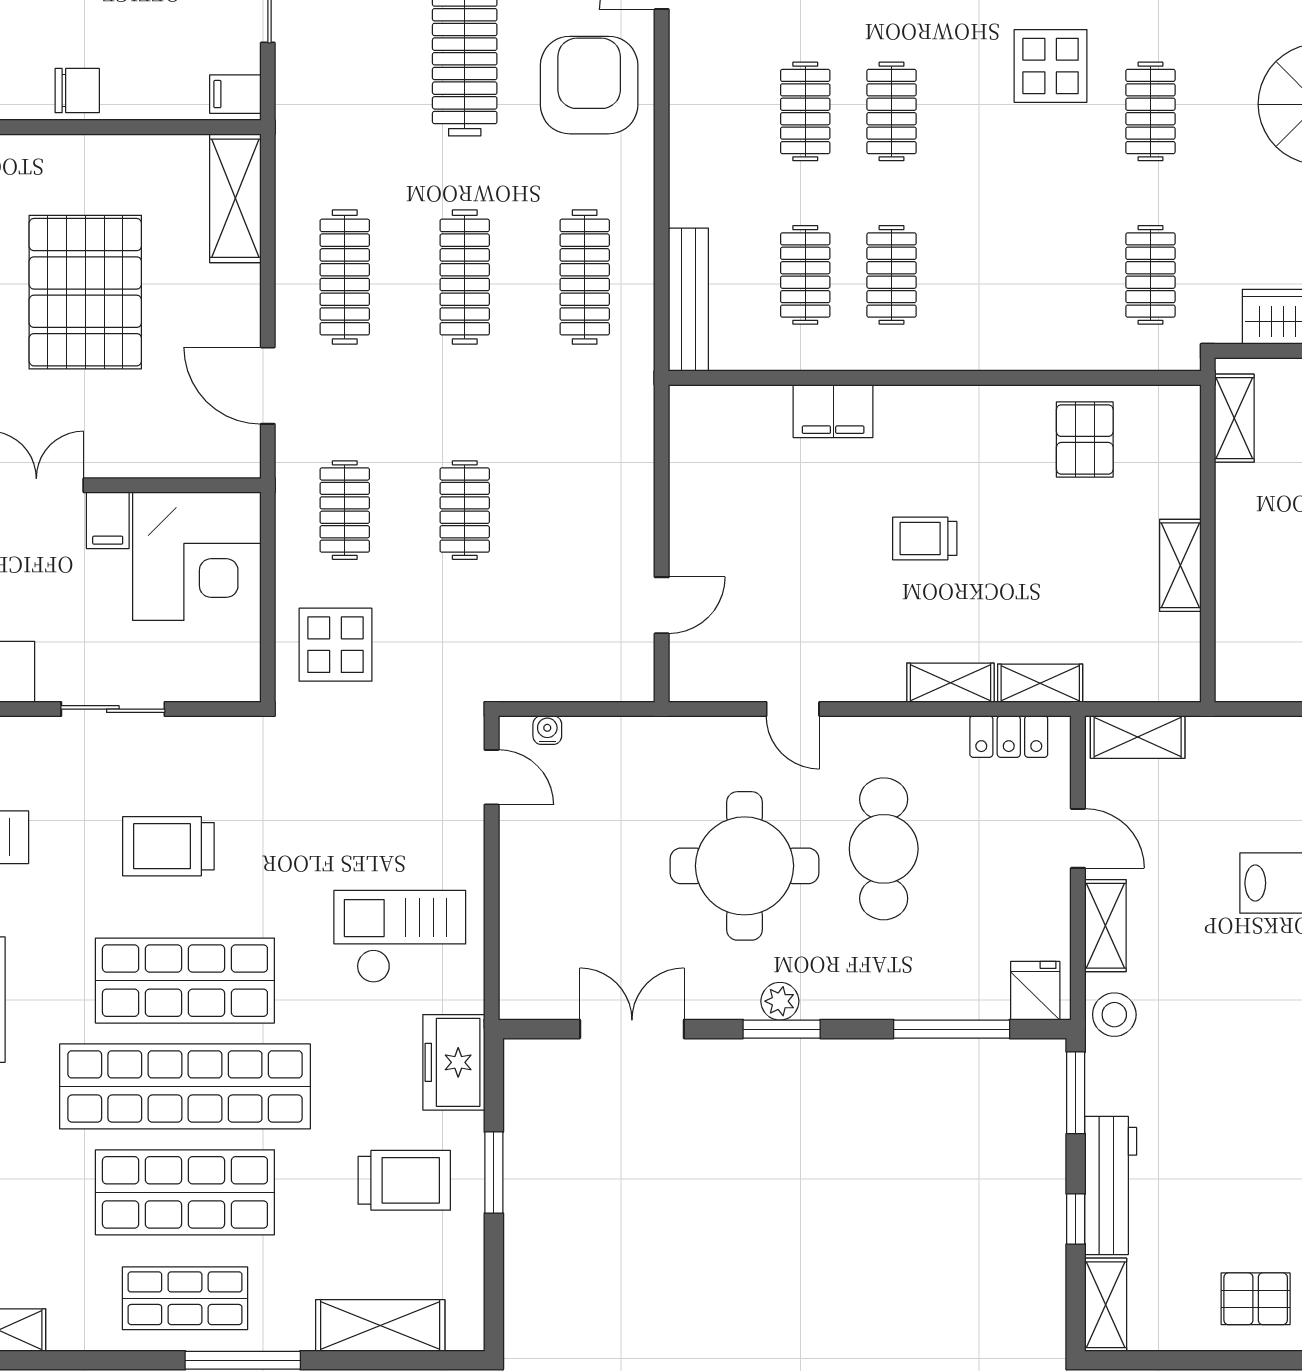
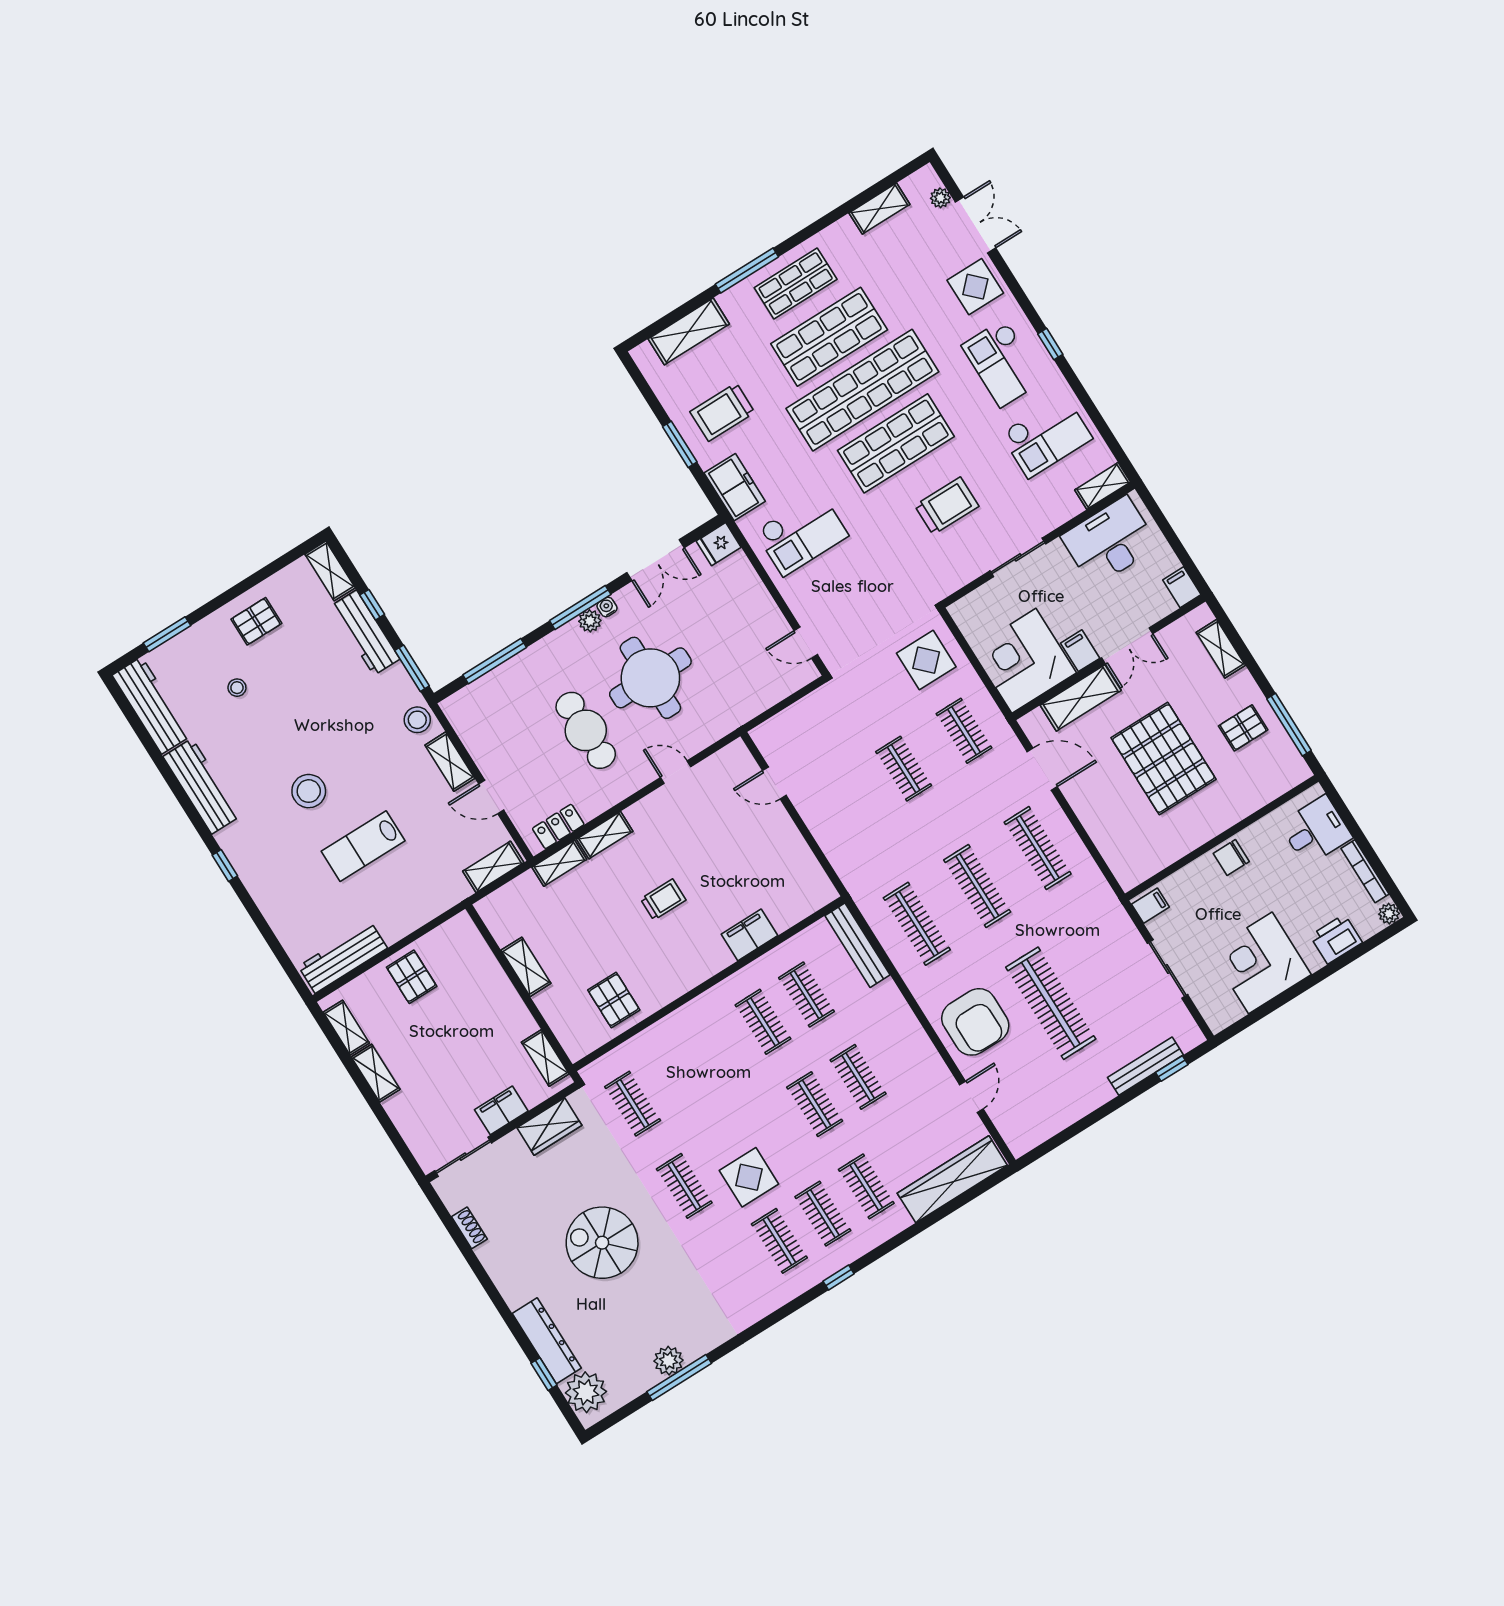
shelving: (235, 198) -> (1081, 698), moved, turned 90
door: (662, 605) -> (774, 783), hinge flipped
water cooler: (547, 730) -> (607, 607), moved, turned 180
fridge: (1035, 991) -> (719, 544), moved, turned 90
window: (782, 1029) -> (580, 607), width x1.44

